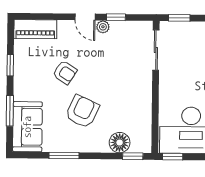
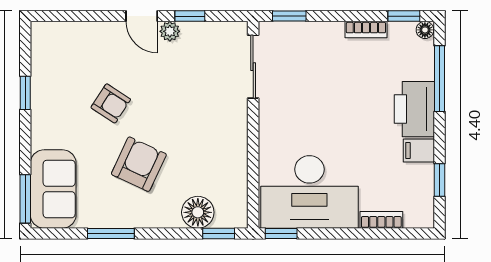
piano: (35, 29) -> (64, 36), removed
window: (10, 111) -> (25, 199), moved

